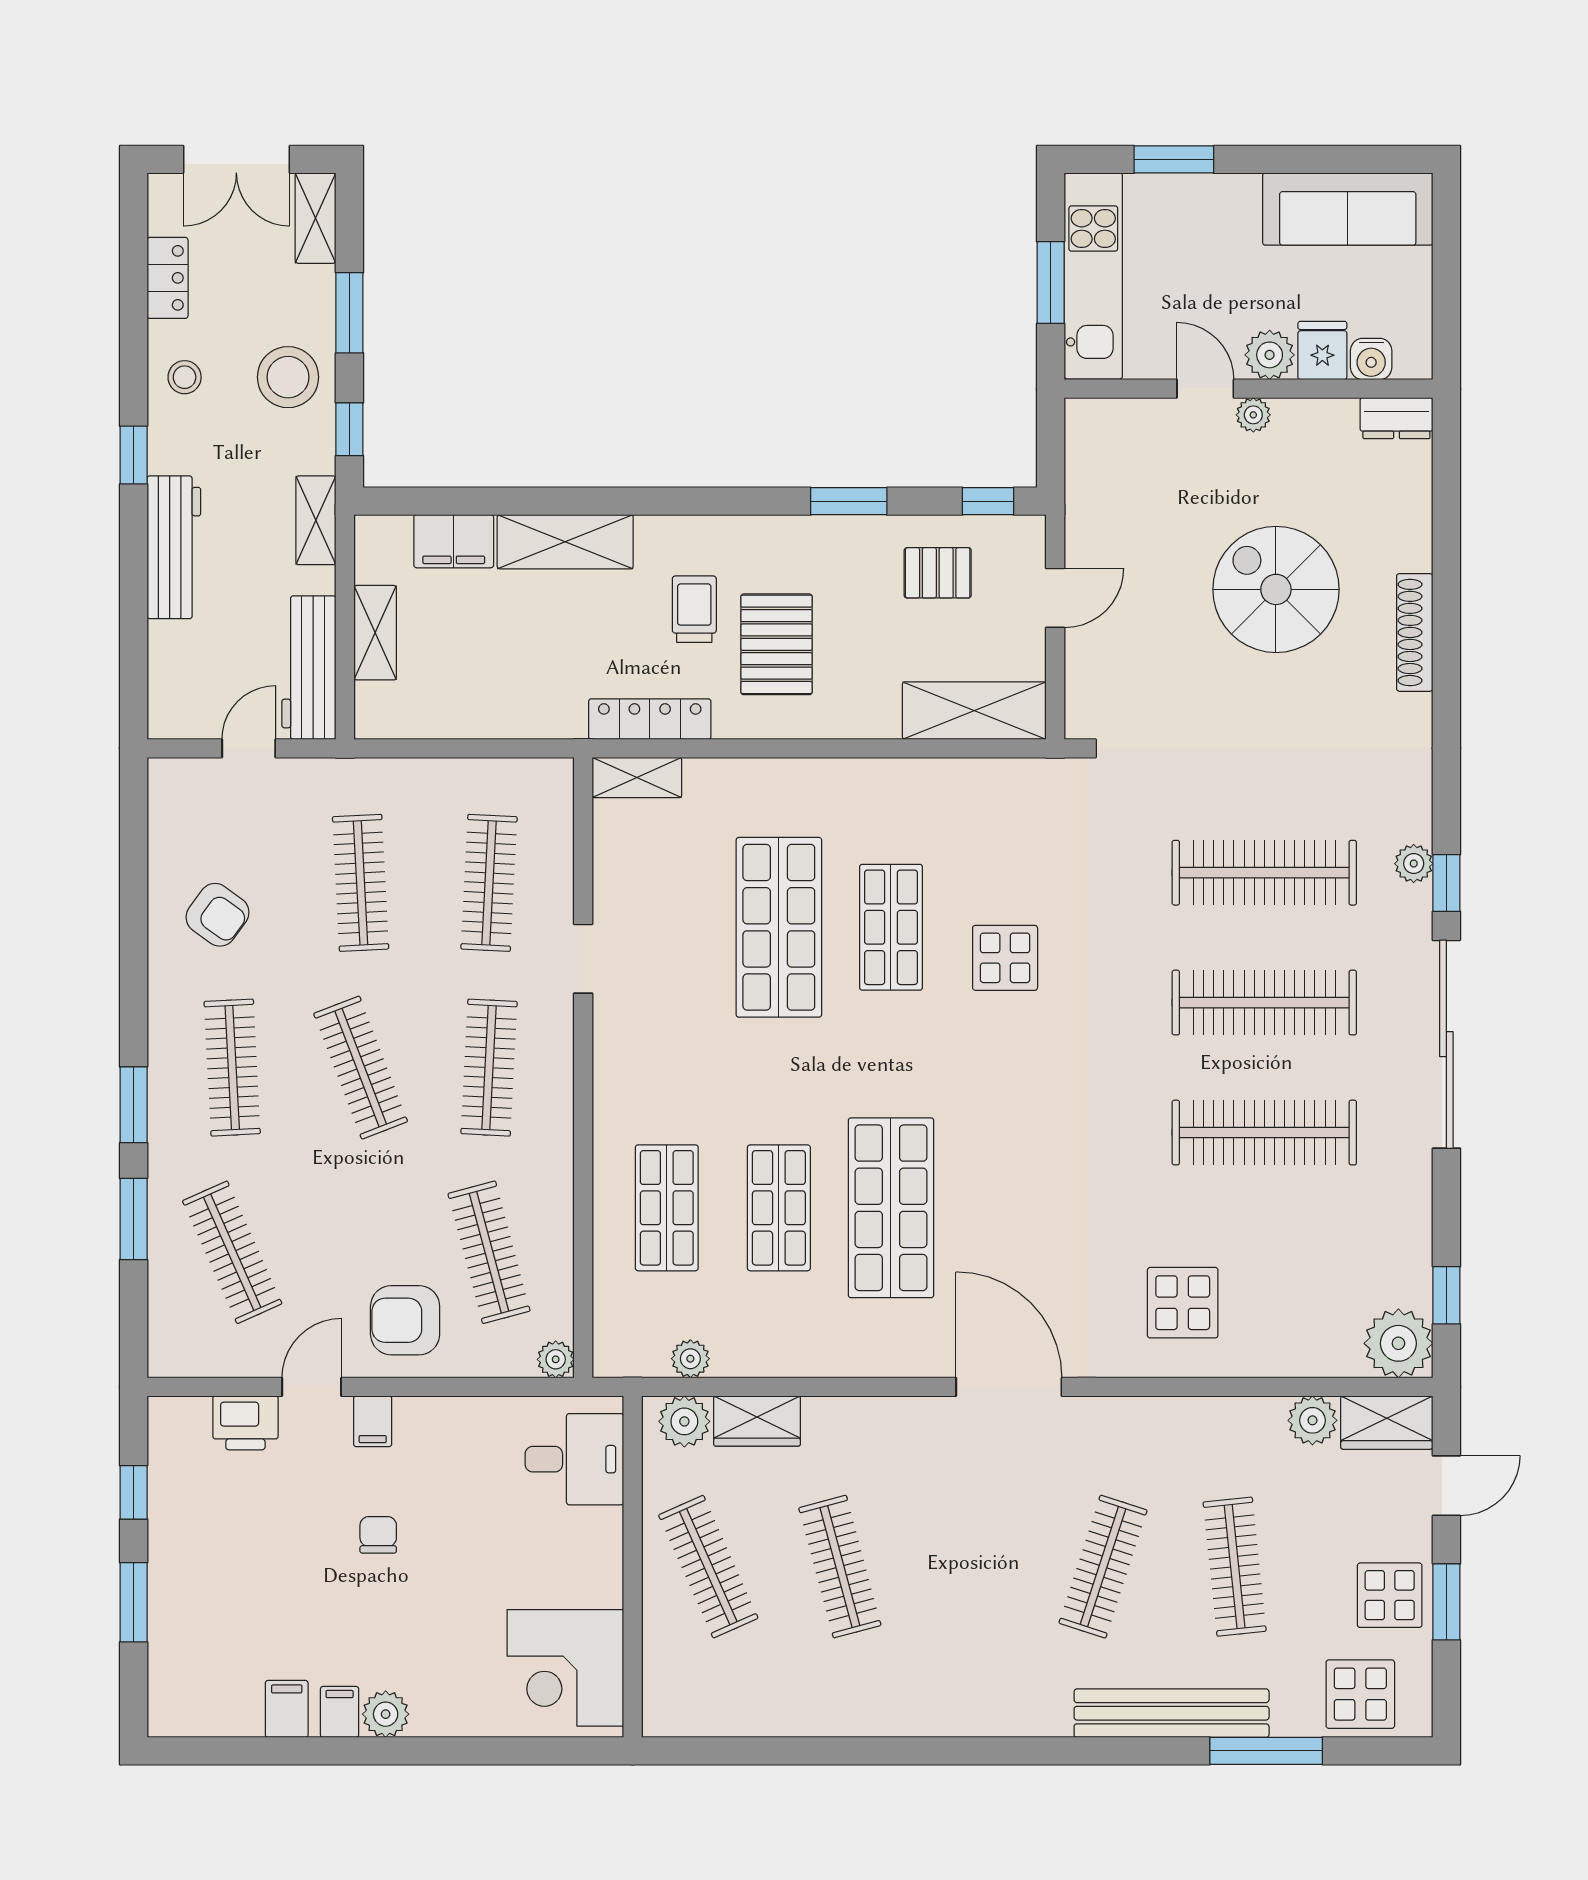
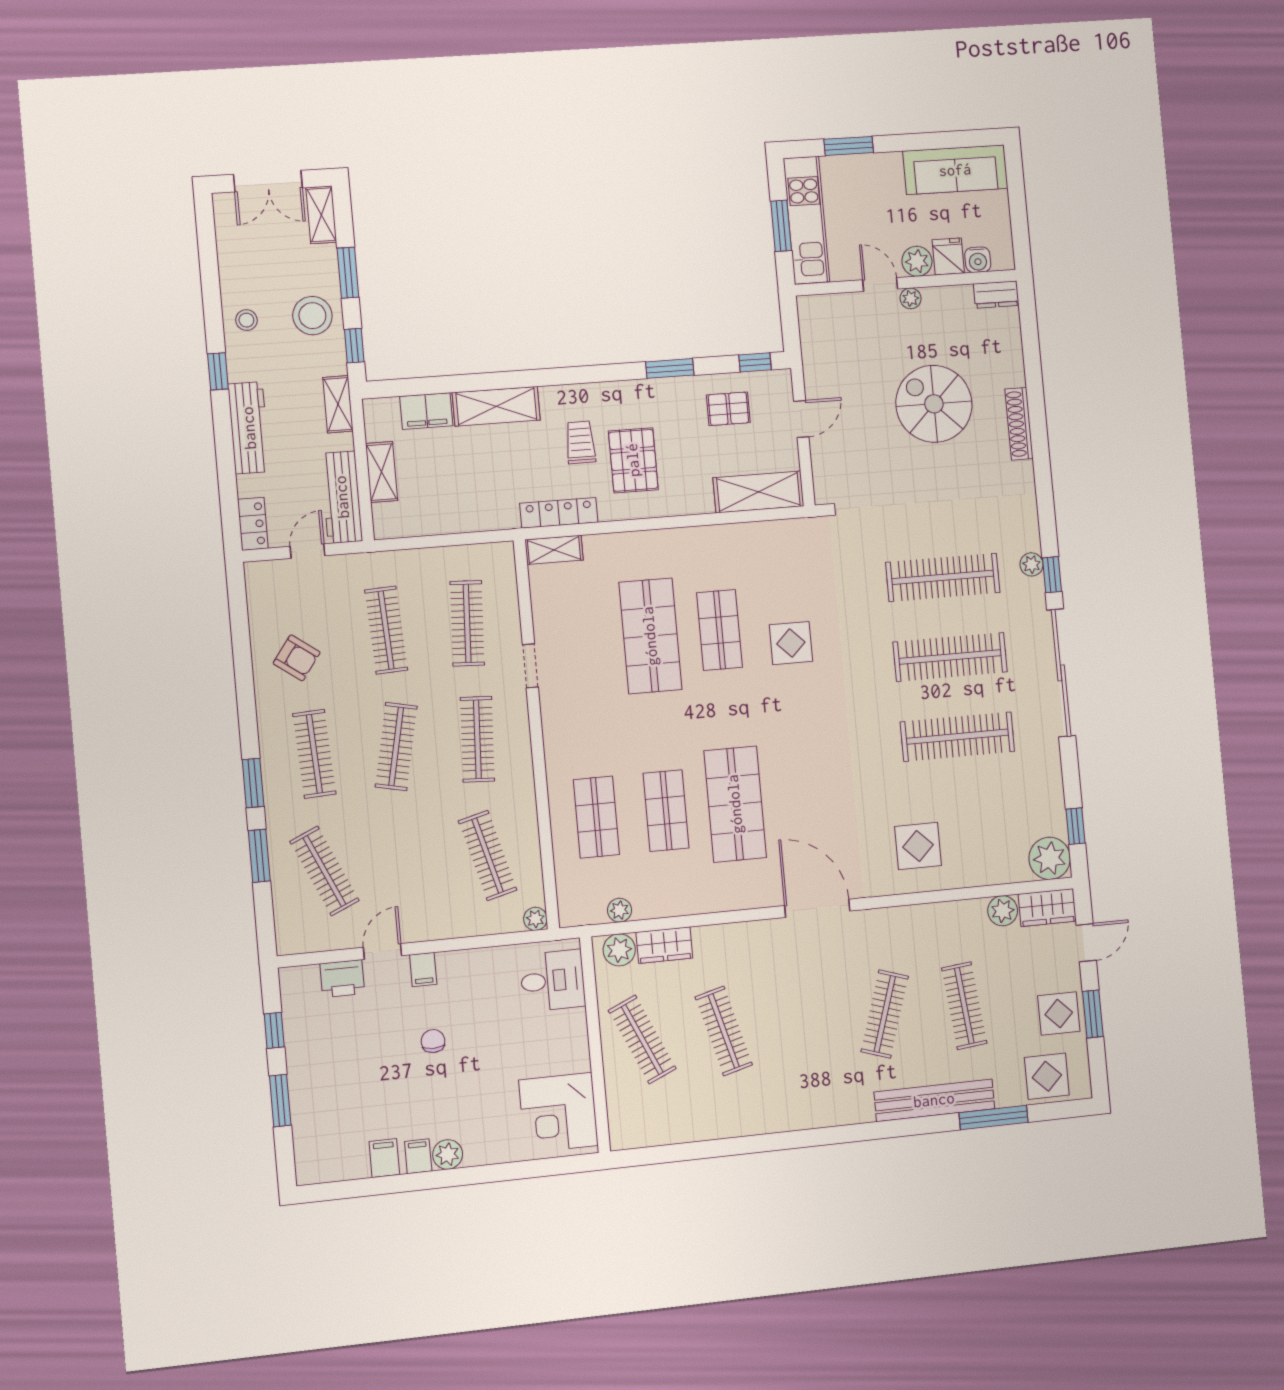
locker: (168, 278) -> (253, 524), moved
clothes rail: (361, 1068) -> (396, 747), turned 33
armchair: (405, 1320) -> (438, 903), removed

